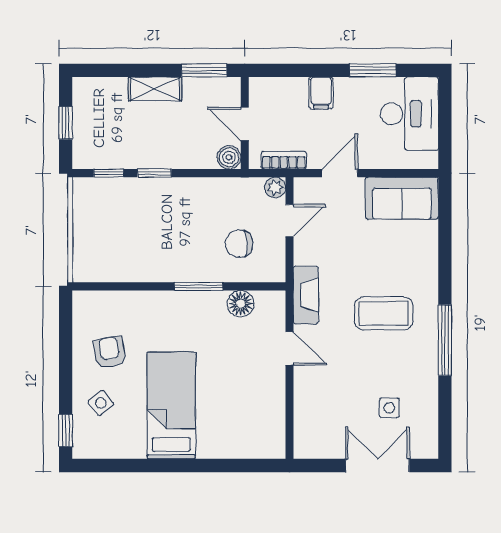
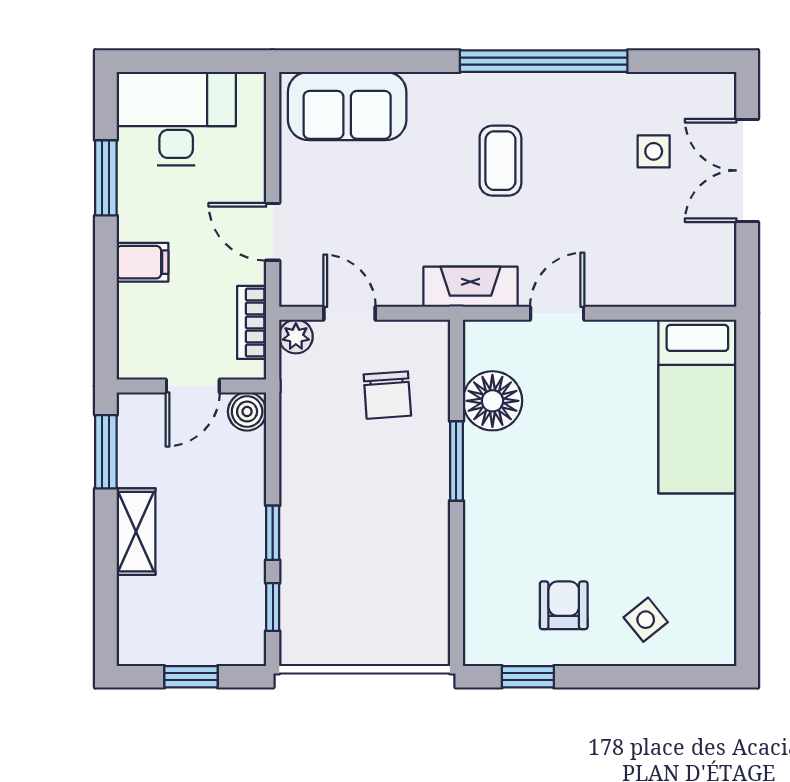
sofa: (402, 198) -> (347, 106), moved, turned 90
floor lamp: (241, 304) -> (492, 401), width x1.38, depth x1.38
coffee table: (384, 313) -> (500, 161), width x0.73, depth x0.77
window: (445, 340) -> (544, 61), width x1.46
armchair: (110, 352) -> (564, 605), turned 100
bed: (171, 405) -> (697, 406), moved, turned -90
window: (66, 431) -> (528, 677), moved

